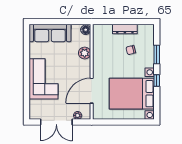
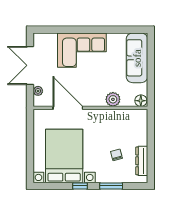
dresser: (125, 29) -> (142, 161), moved

